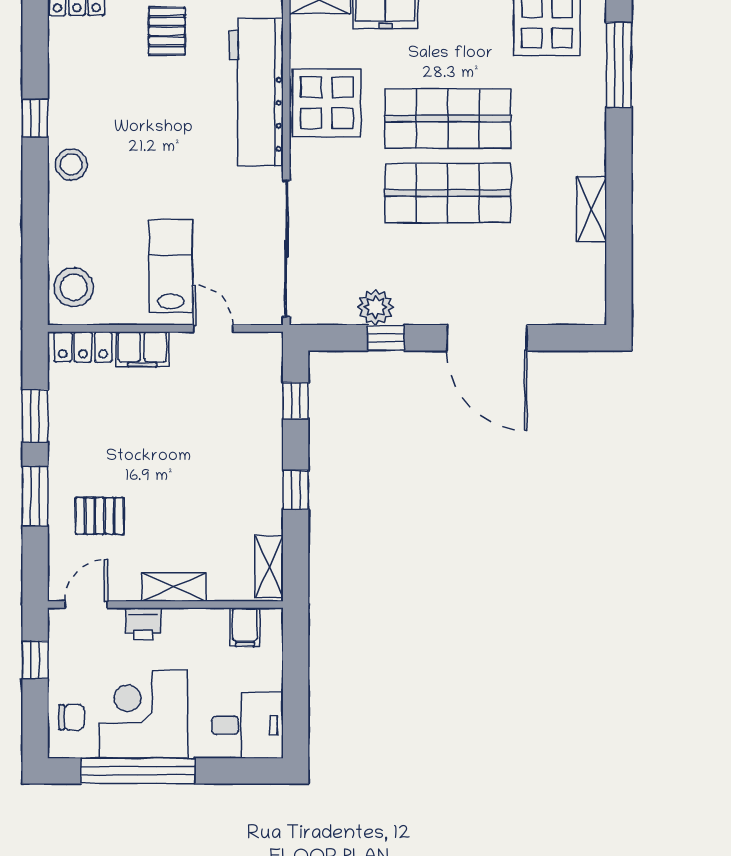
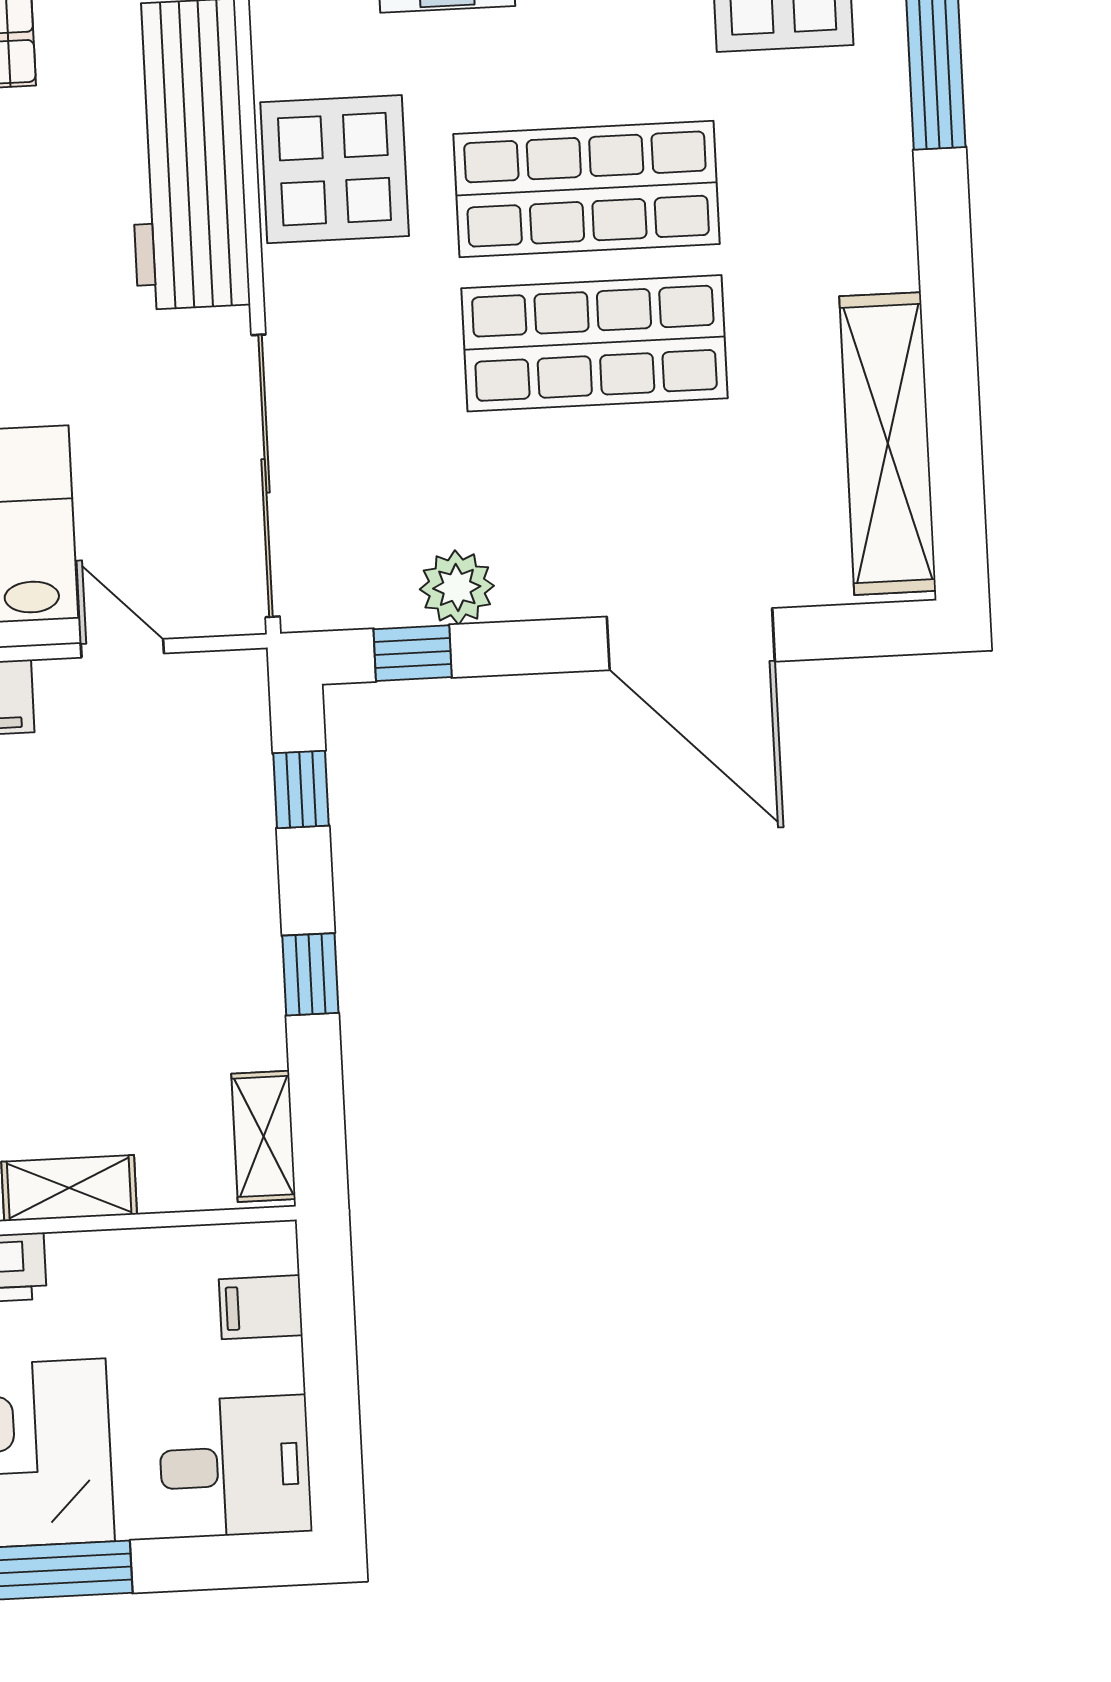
shelving: (592, 209) -> (888, 444), width x2.20, depth x1.33
window: (386, 338) -> (413, 653), moved
filing cabinet: (245, 627) -> (261, 1307), moved, turned 90

